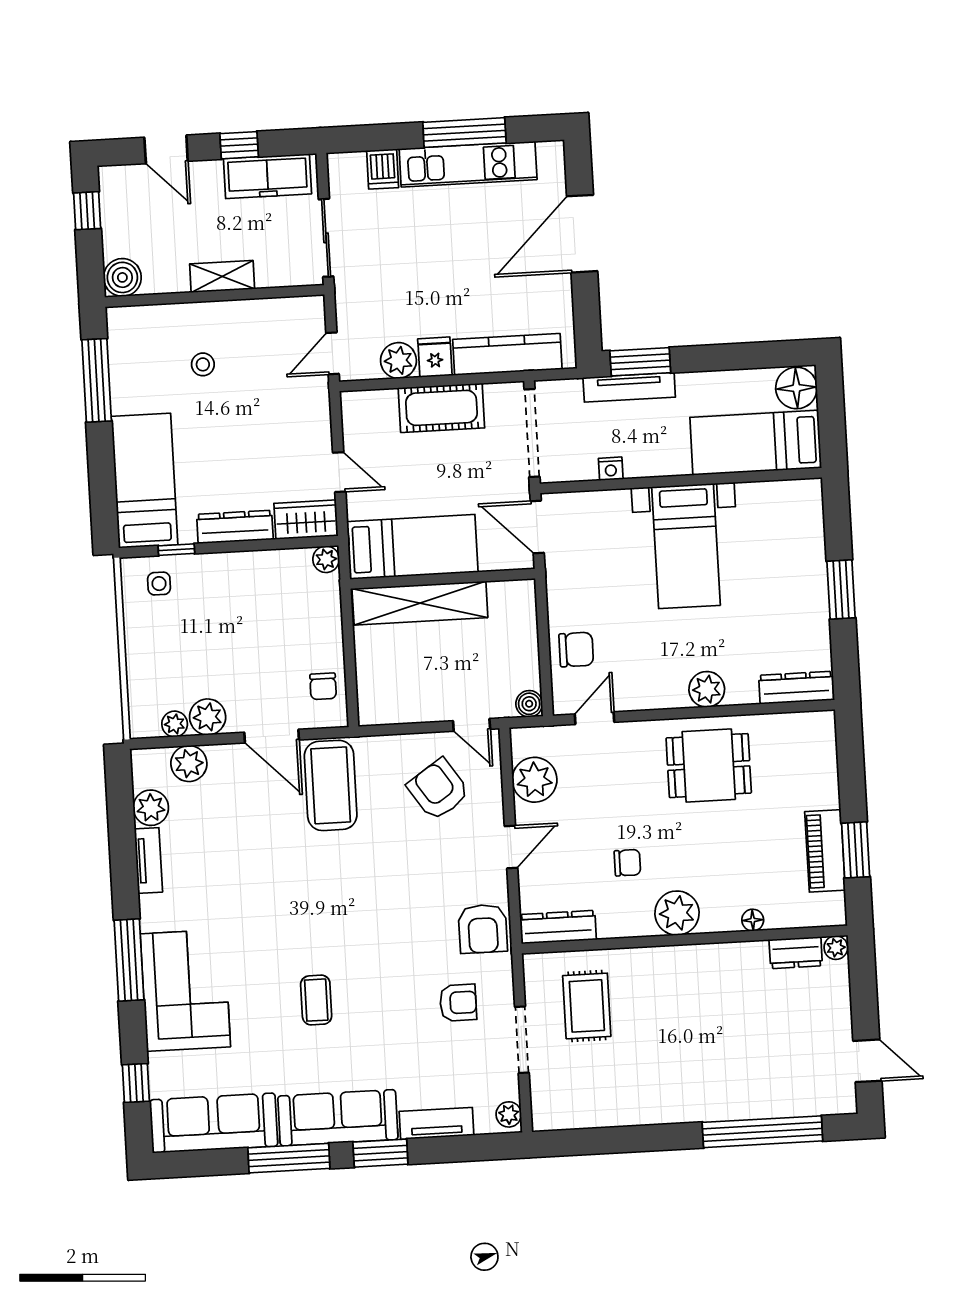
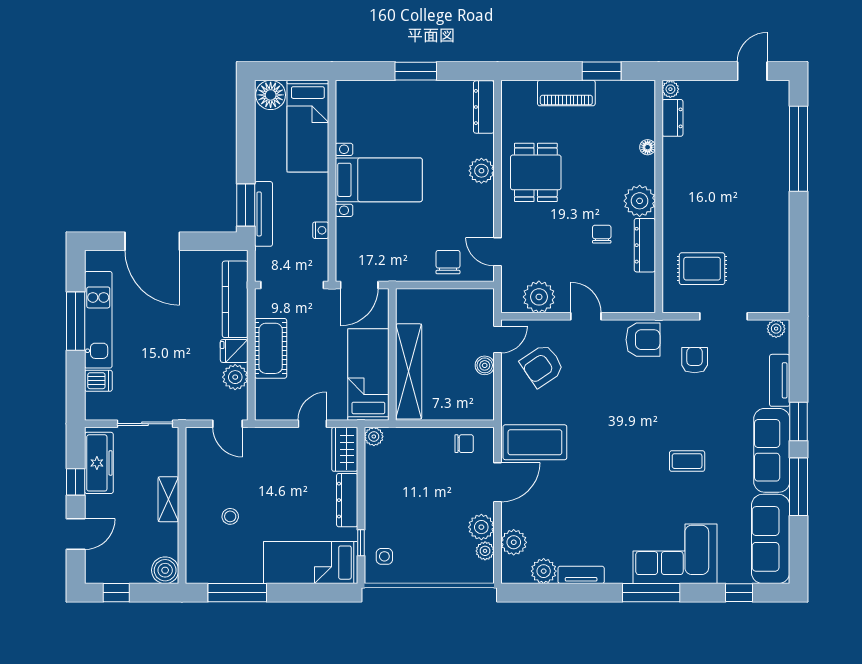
boiler: (529, 704) -> (485, 365), moved
piano: (825, 851) -> (566, 93), moved
dresser: (558, 927) -> (645, 245), moved

